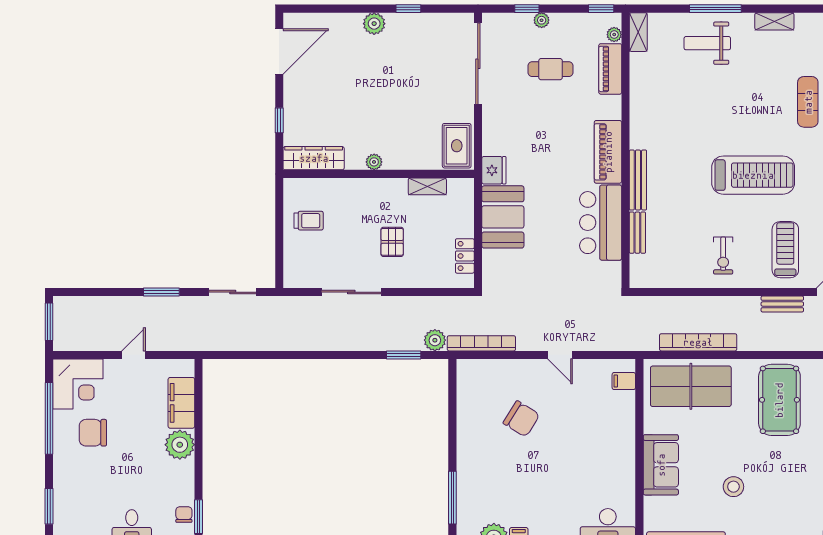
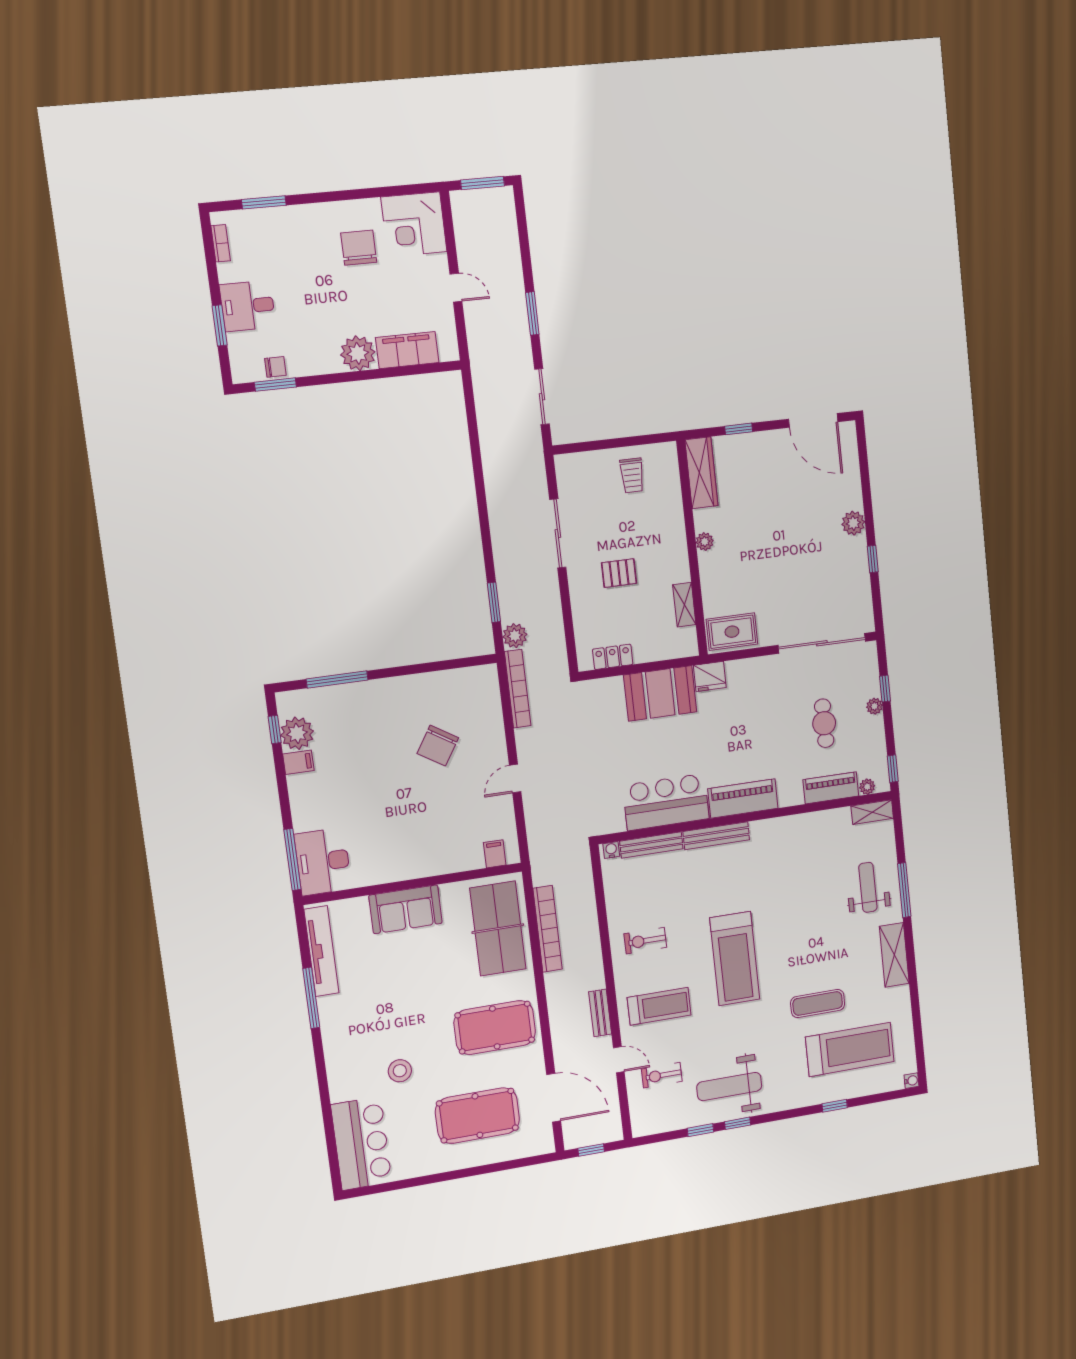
shelving: (774, 21) -> (894, 955), width x1.50, depth x1.33
bench: (637, 233) -> (651, 845), width x1.36
water cooler: (636, 277) -> (611, 850), added
window: (49, 418) -> (369, 193), removed
stool: (733, 487) -> (400, 1071), moved

